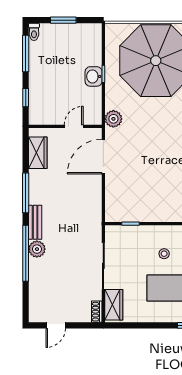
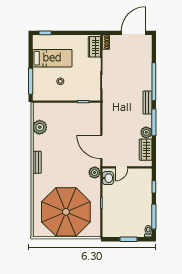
washbasin: (94, 76) -> (108, 178), moved
door: (103, 157) -> (101, 147), swing flipped
plant: (37, 249) -> (146, 132), moved
door: (56, 325) -> (134, 33), width x1.88

